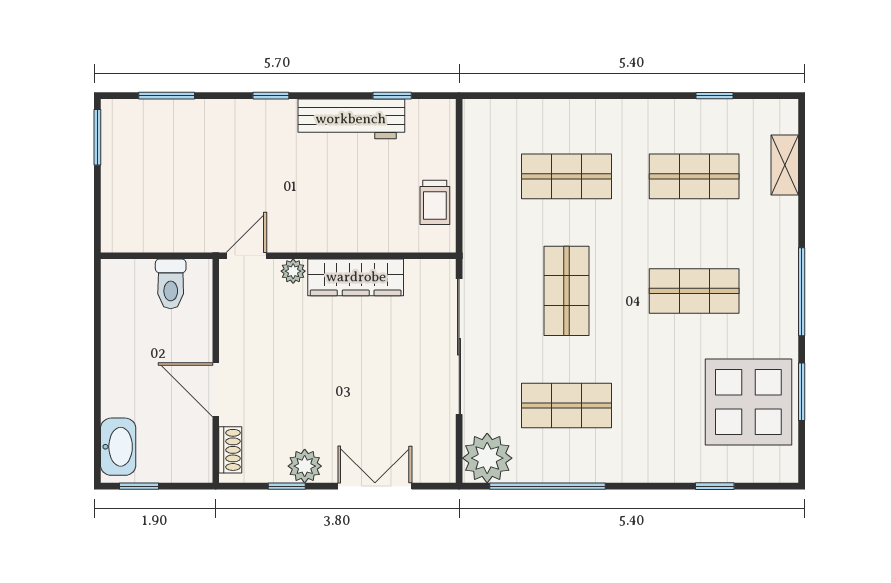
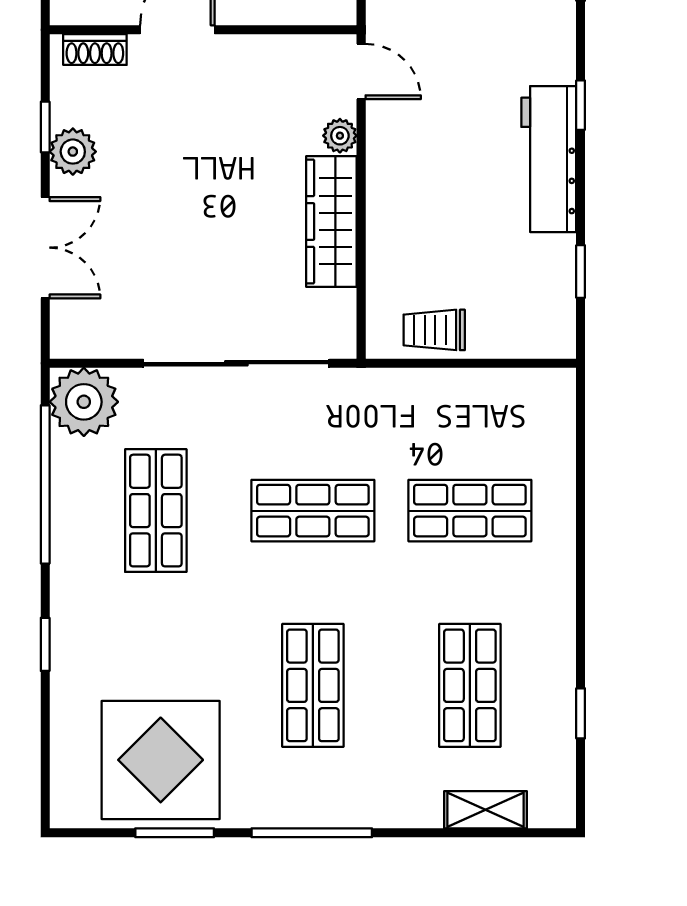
workbench: (351, 119) -> (549, 159), moved
shop shelf: (567, 176) -> (470, 511), turned 90
window: (715, 486) -> (45, 644), moved

